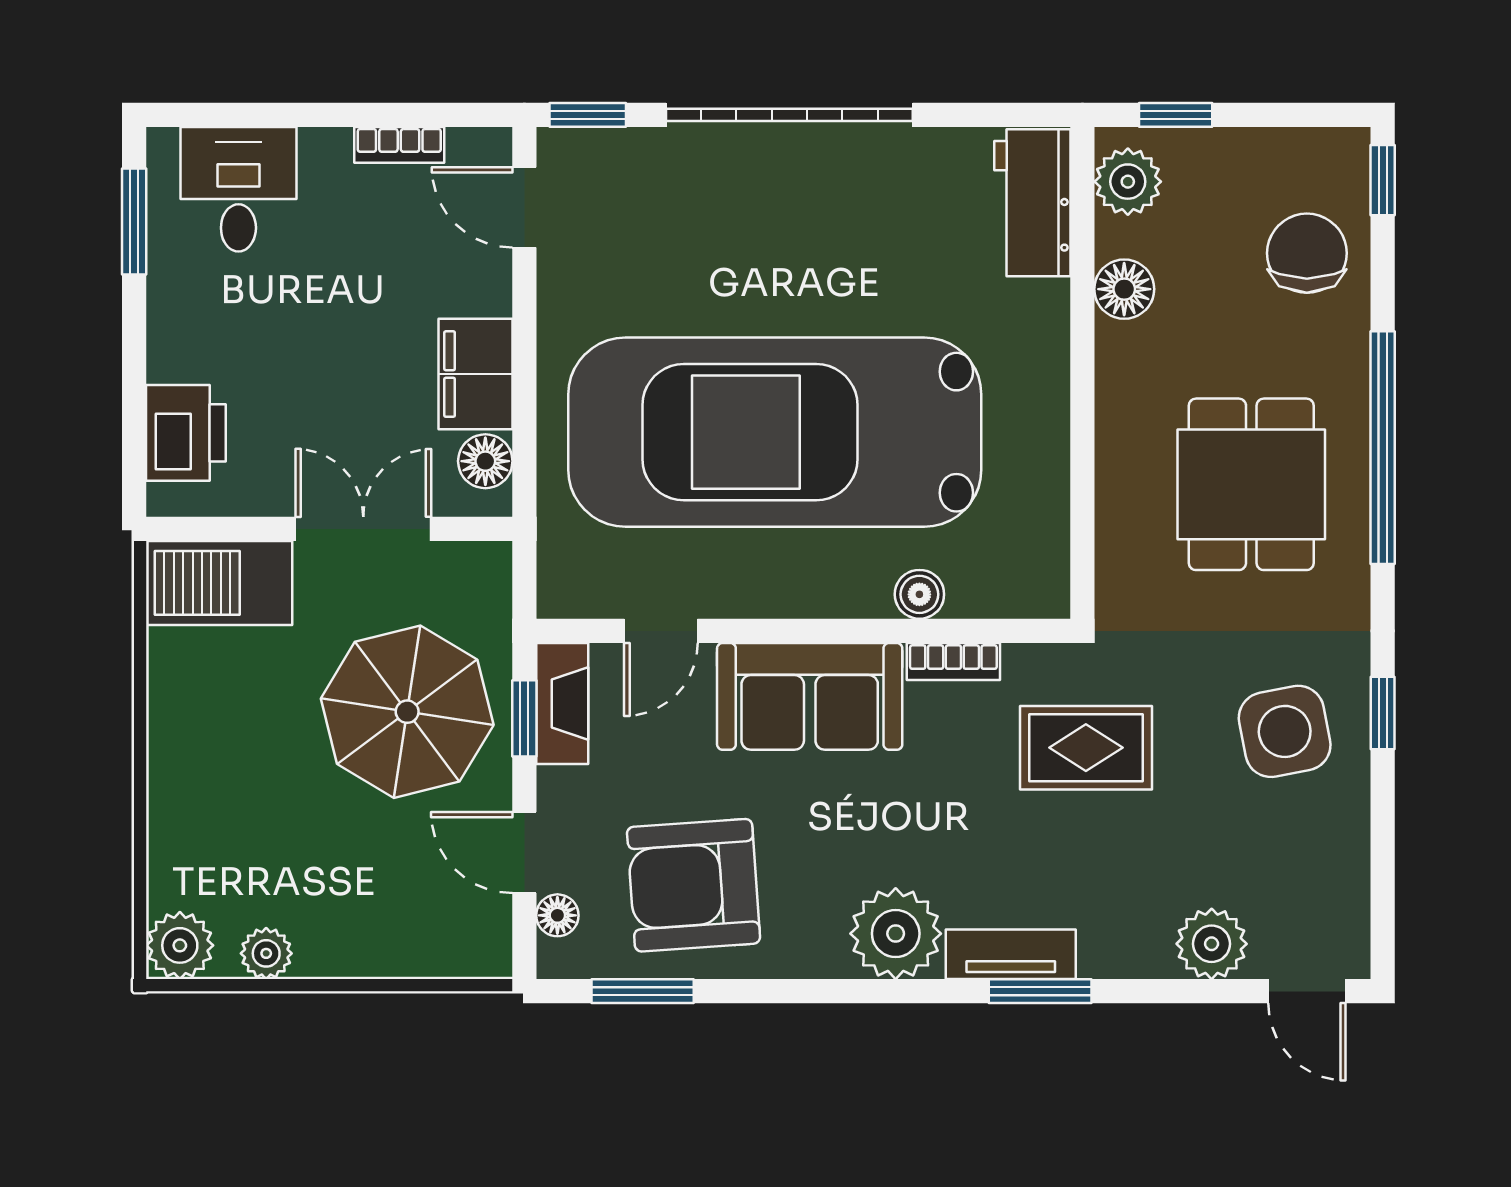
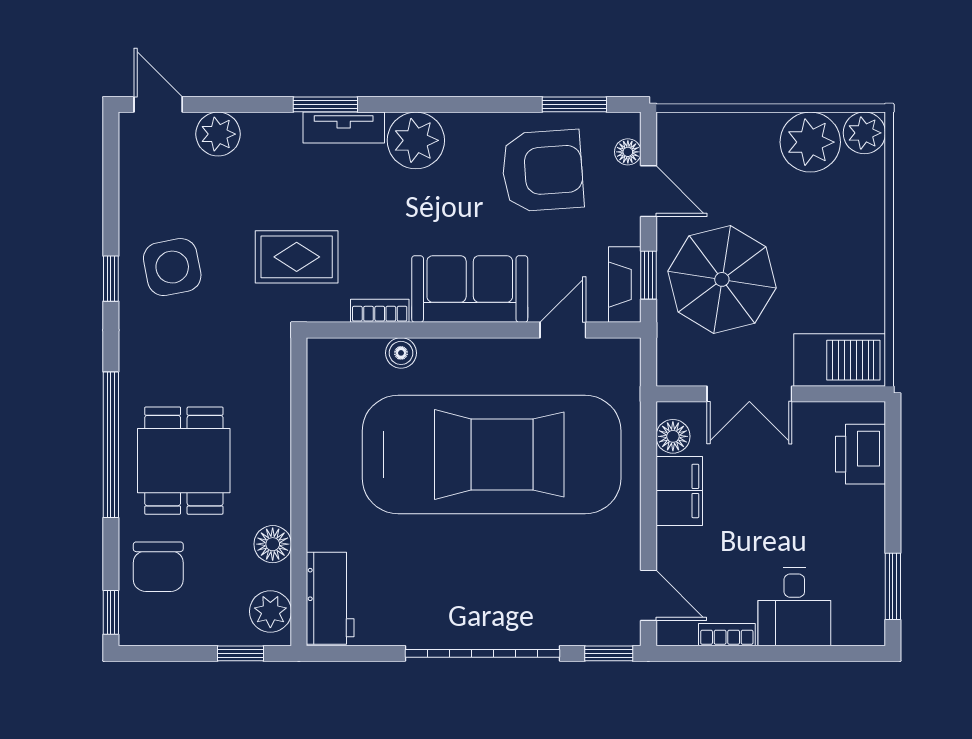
desk: (238, 189) -> (794, 607), moved
dining table: (1251, 484) -> (184, 461), moved
plant: (266, 953) -> (810, 142), width x1.87, depth x1.87

